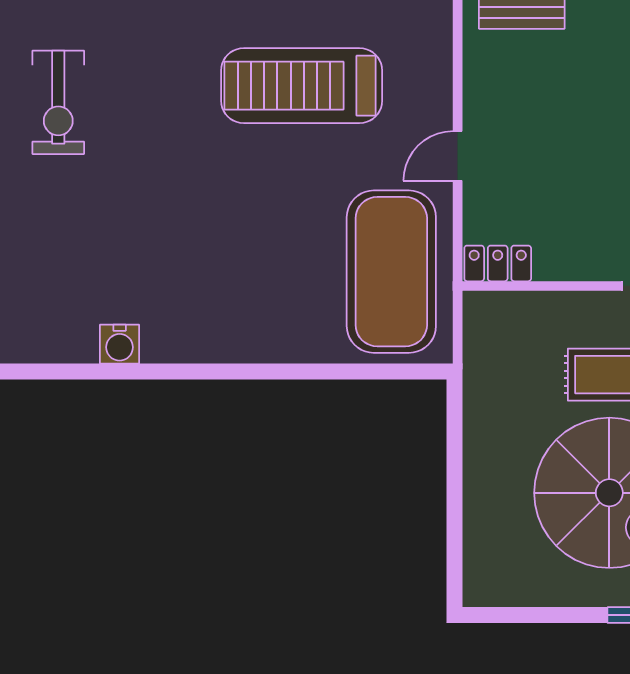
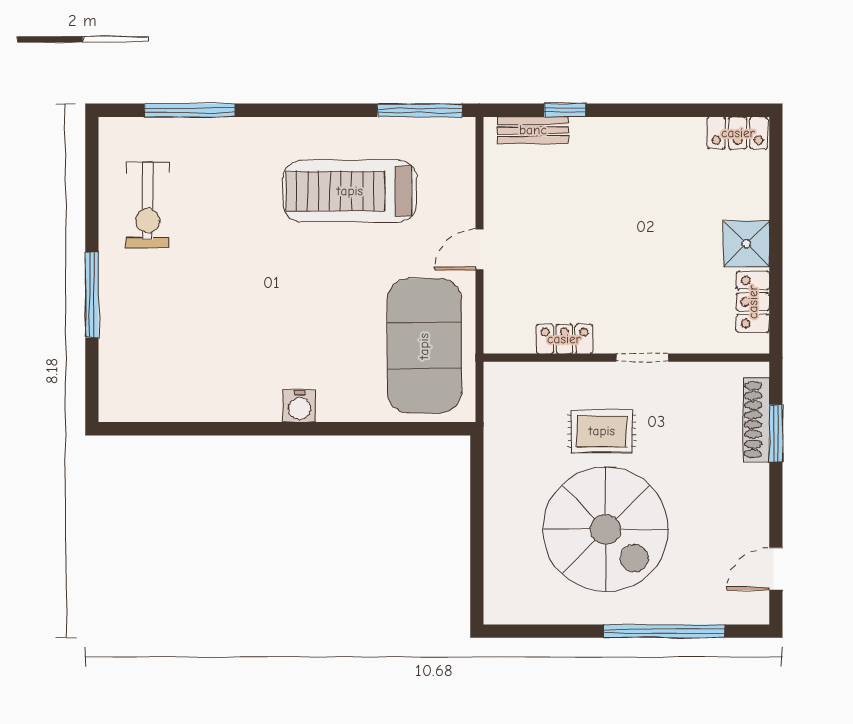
locker: (498, 263) -> (564, 339), moved
water cooler: (120, 344) -> (300, 406), moved

